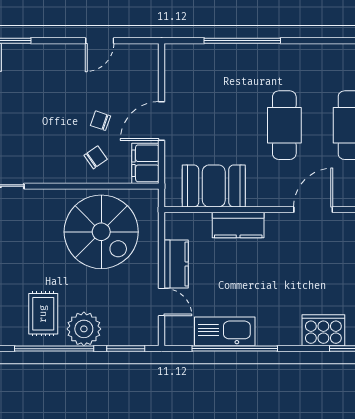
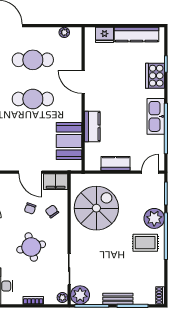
round table: (36, 122) -> (31, 247), added
door: (161, 302) -> (150, 172), moved
kitchen sink: (225, 331) -> (156, 116), moved

